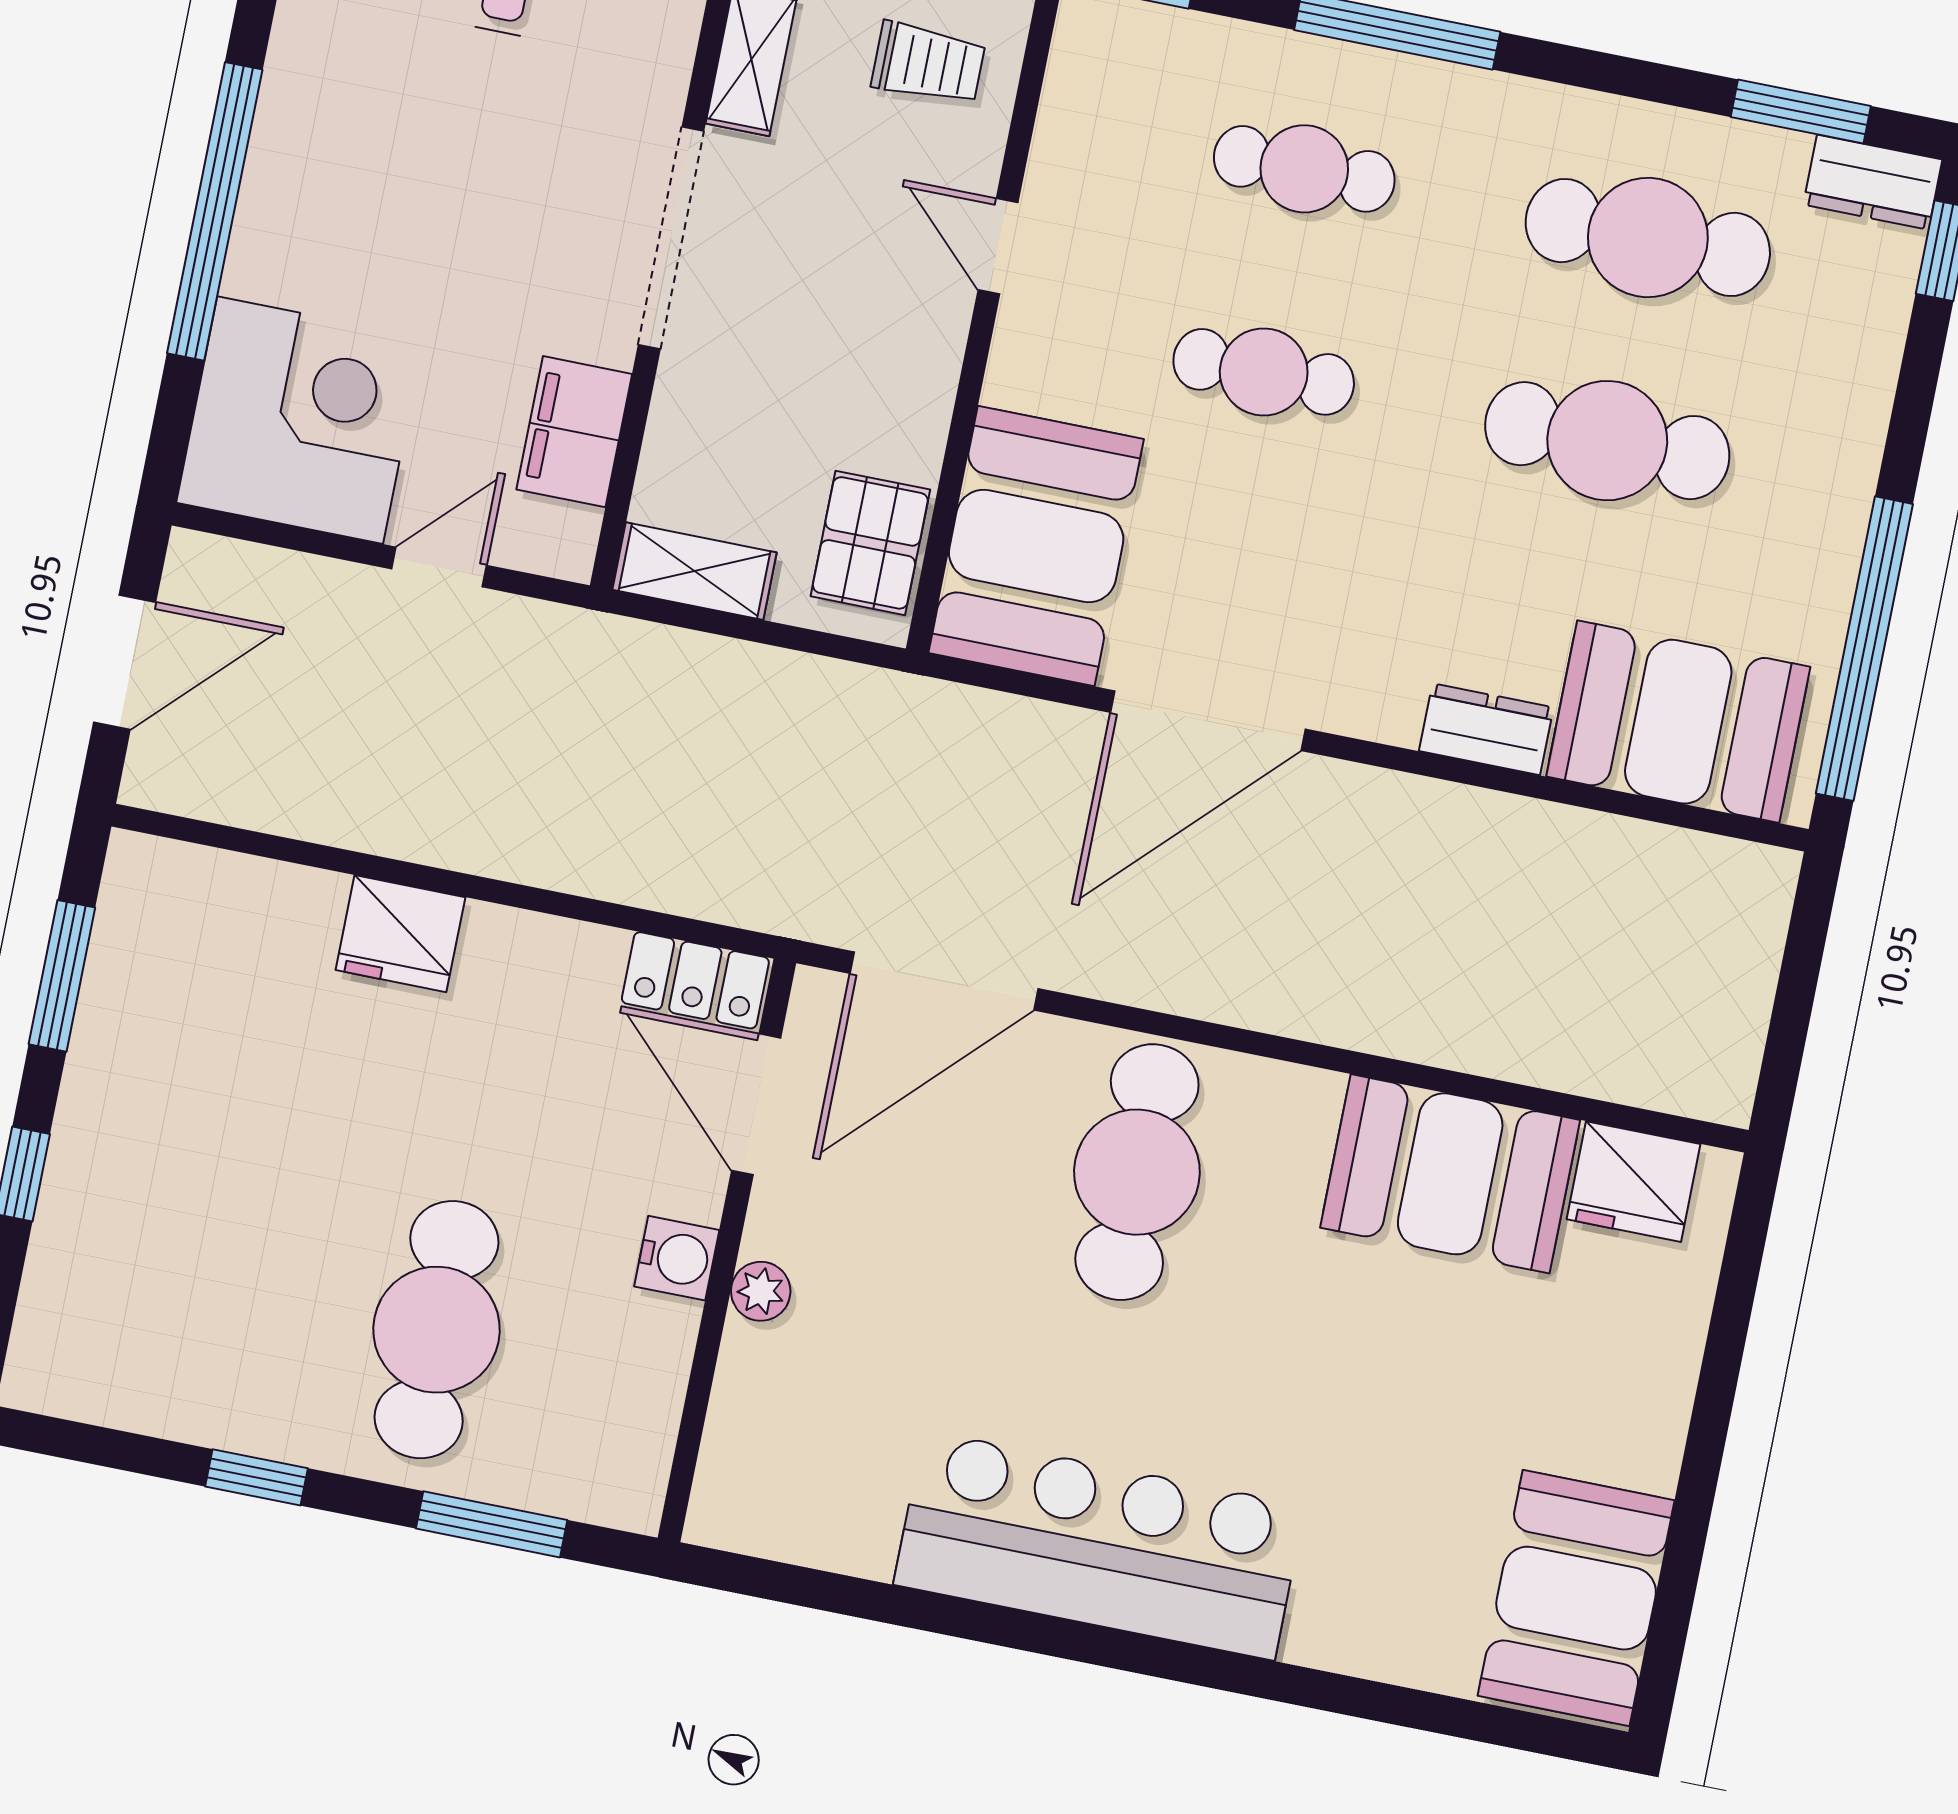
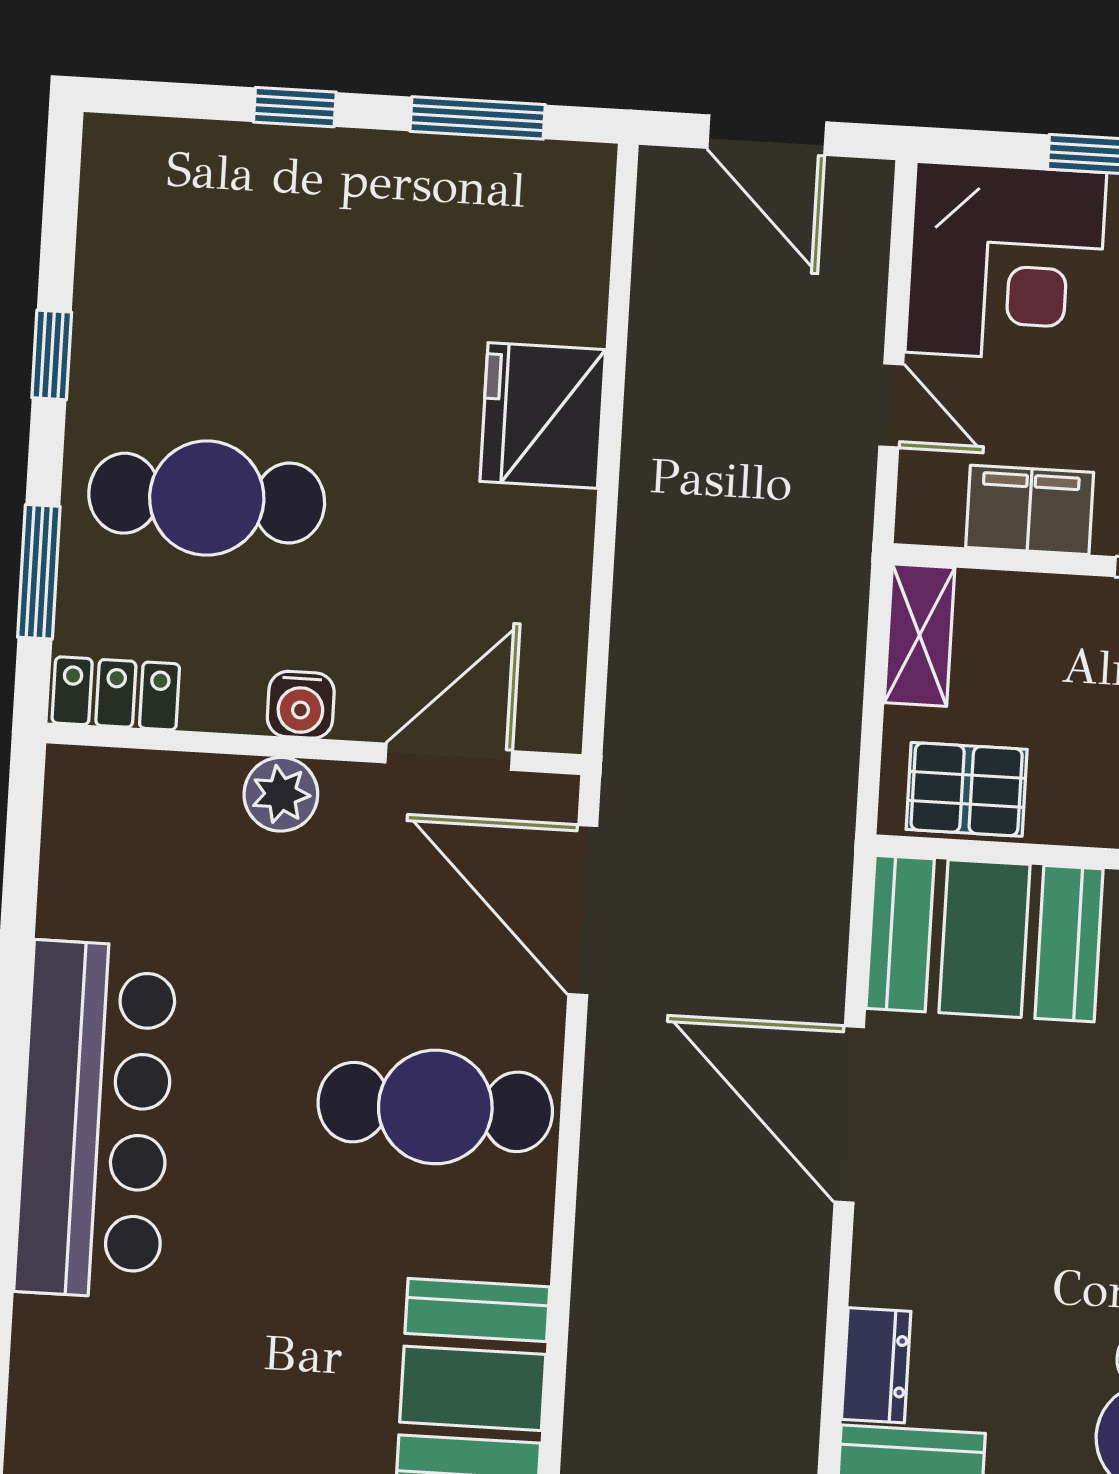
fridge: (400, 934) -> (543, 415), width x1.36, depth x1.34
locker: (695, 980) -> (116, 693), moved, turned 90
plant: (761, 1291) -> (281, 794), width x1.38, depth x1.38

